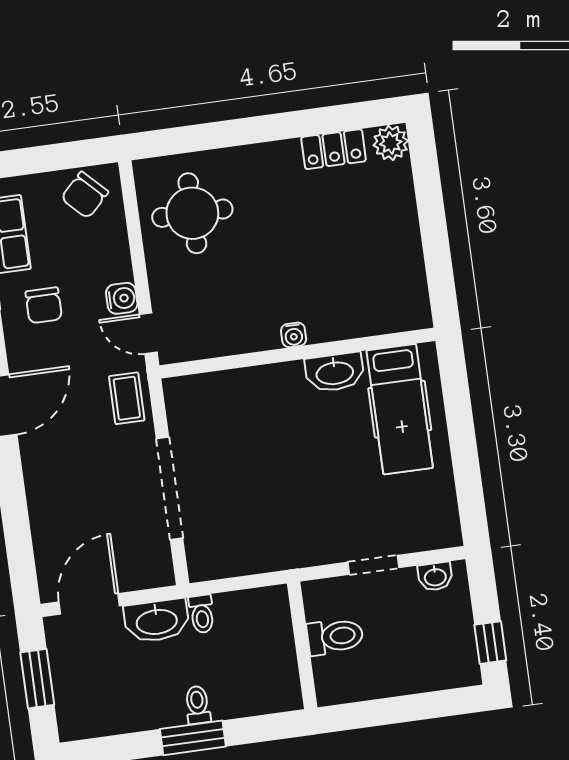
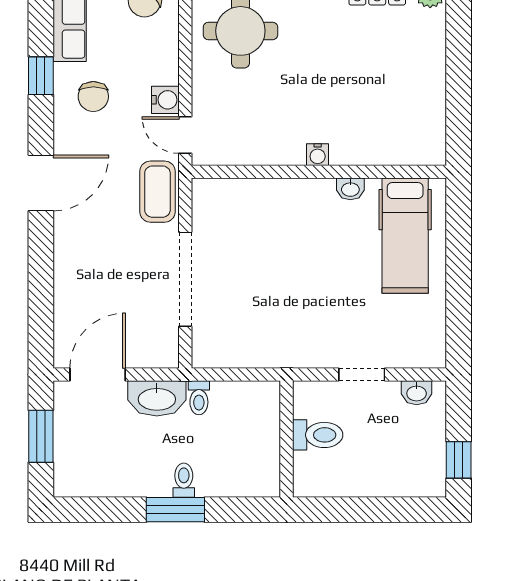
washbasin: (335, 372) -> (350, 189), width x0.52, depth x0.69
coffee table: (127, 398) -> (157, 192), width x1.36, depth x1.30

